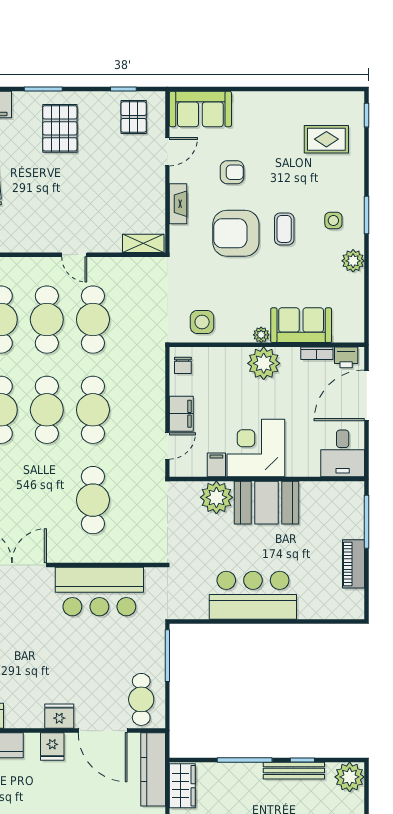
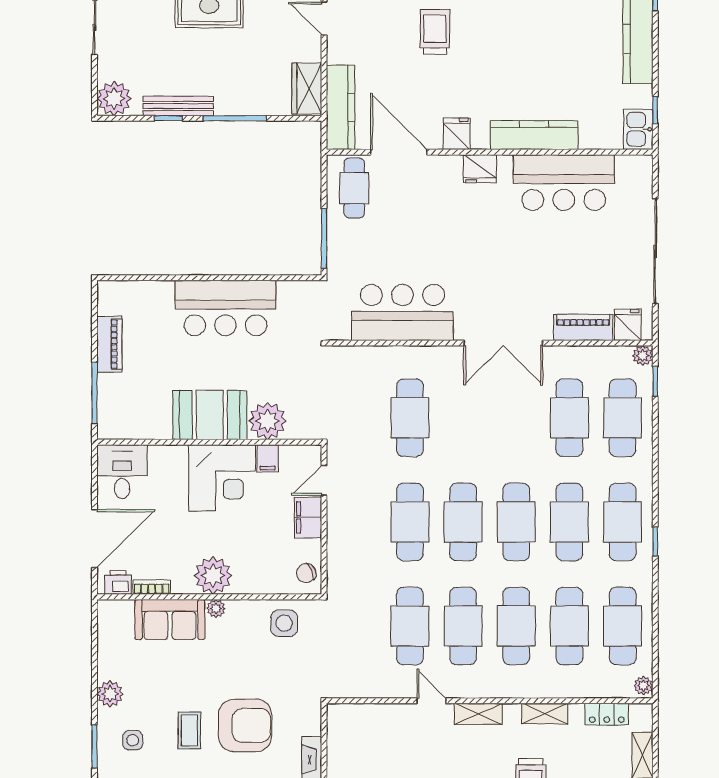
shelving: (143, 243) -> (478, 714), moved
chair: (183, 365) -> (306, 573), turned -113
fridge: (59, 716) -> (480, 169), moved

